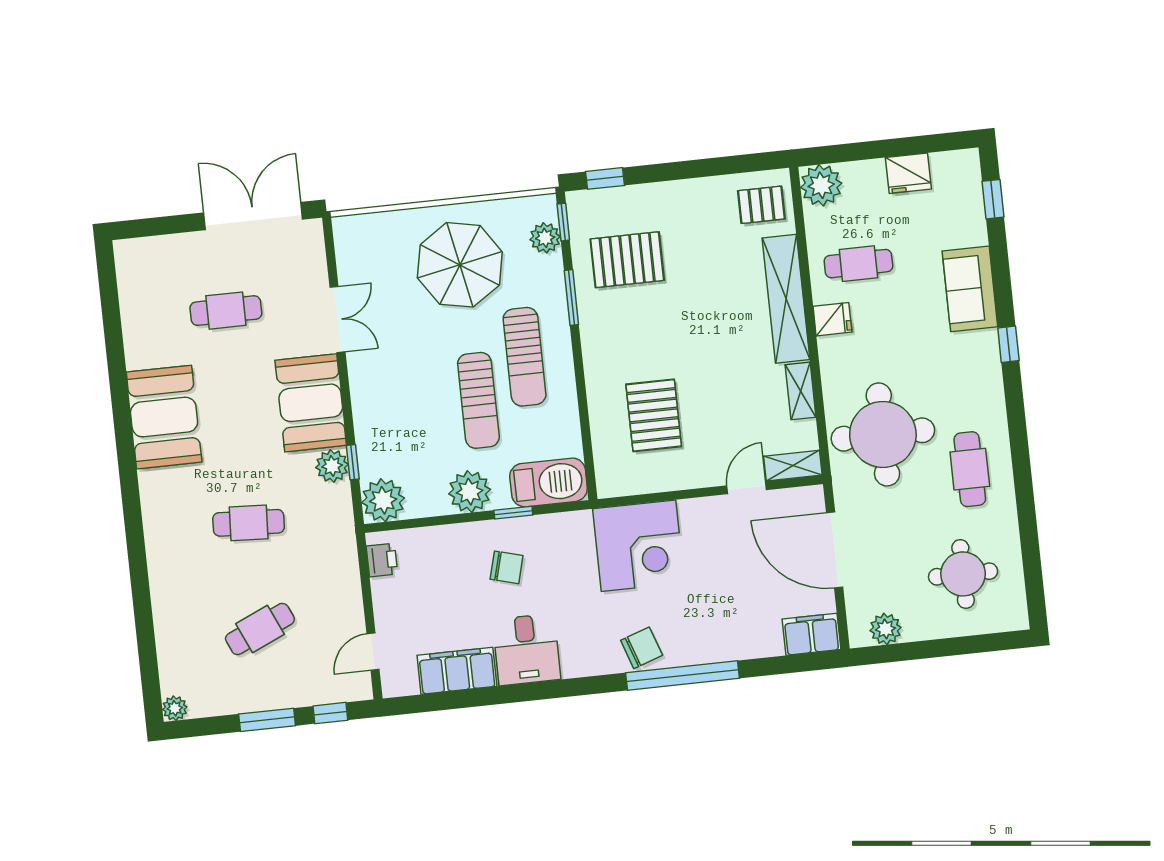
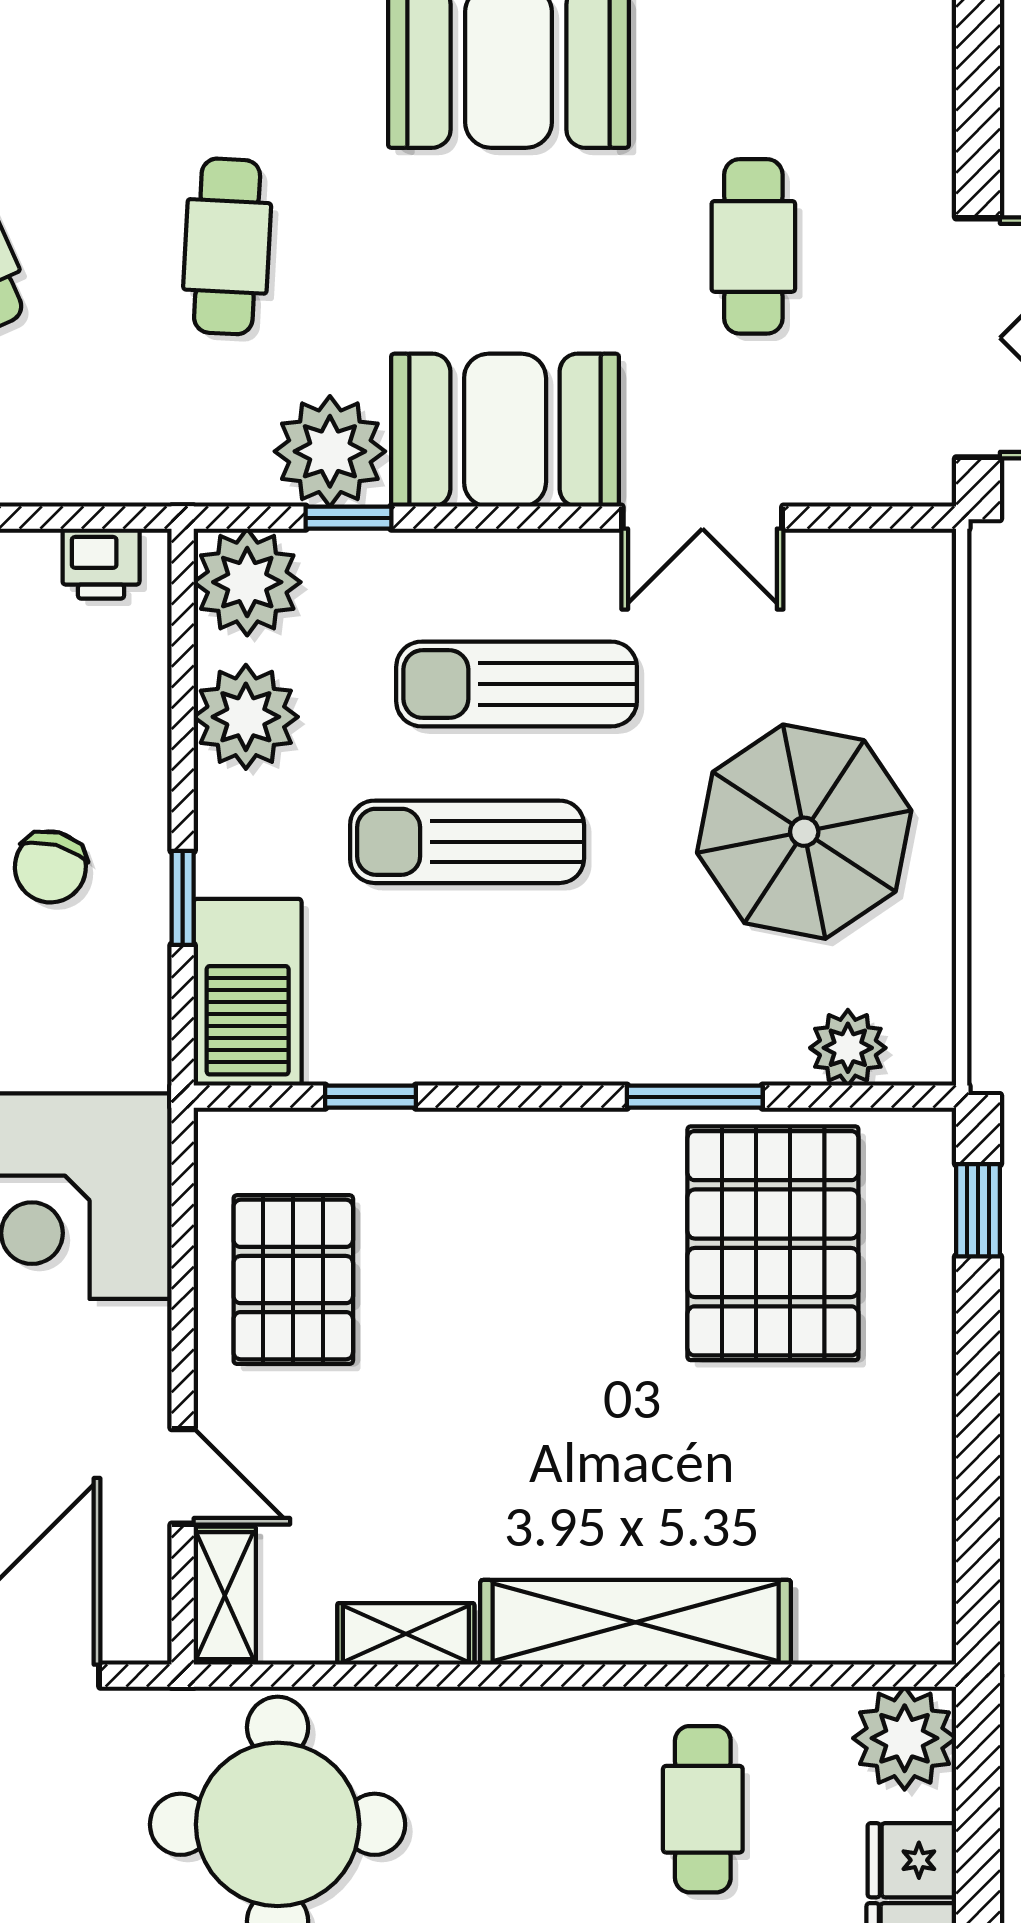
pallet: (761, 205) -> (872, 1587), removed
window: (563, 222) -> (370, 1097), moved
pallet: (627, 260) -> (773, 1243), width x1.37, depth x1.41
fridge: (832, 319) -> (912, 1860), moved, turned 90
sun lounger: (525, 357) -> (517, 684), moved
pallet: (654, 415) -> (293, 1280), moved, turned 90
plant: (332, 466) -> (330, 451), width x1.36, depth x1.36
plant: (470, 492) -> (246, 717), moved

